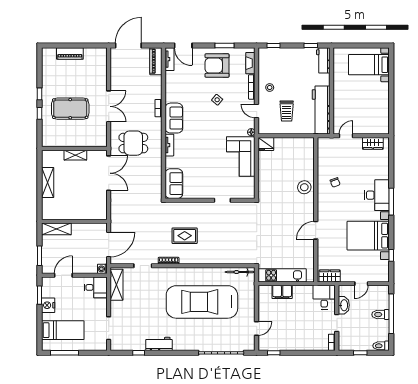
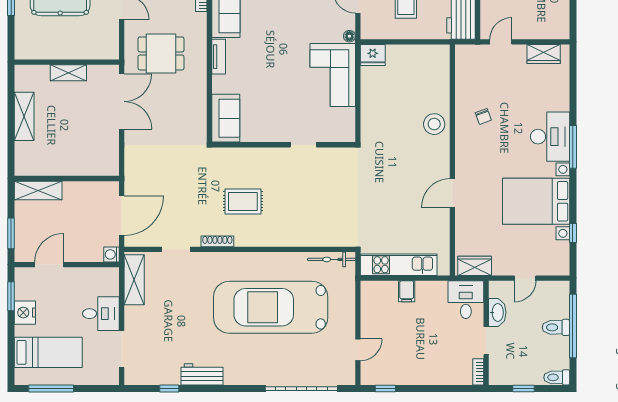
desk: (96, 287) -> (101, 314), moved
filing cabinet: (282, 292) -> (407, 291), width x0.50

